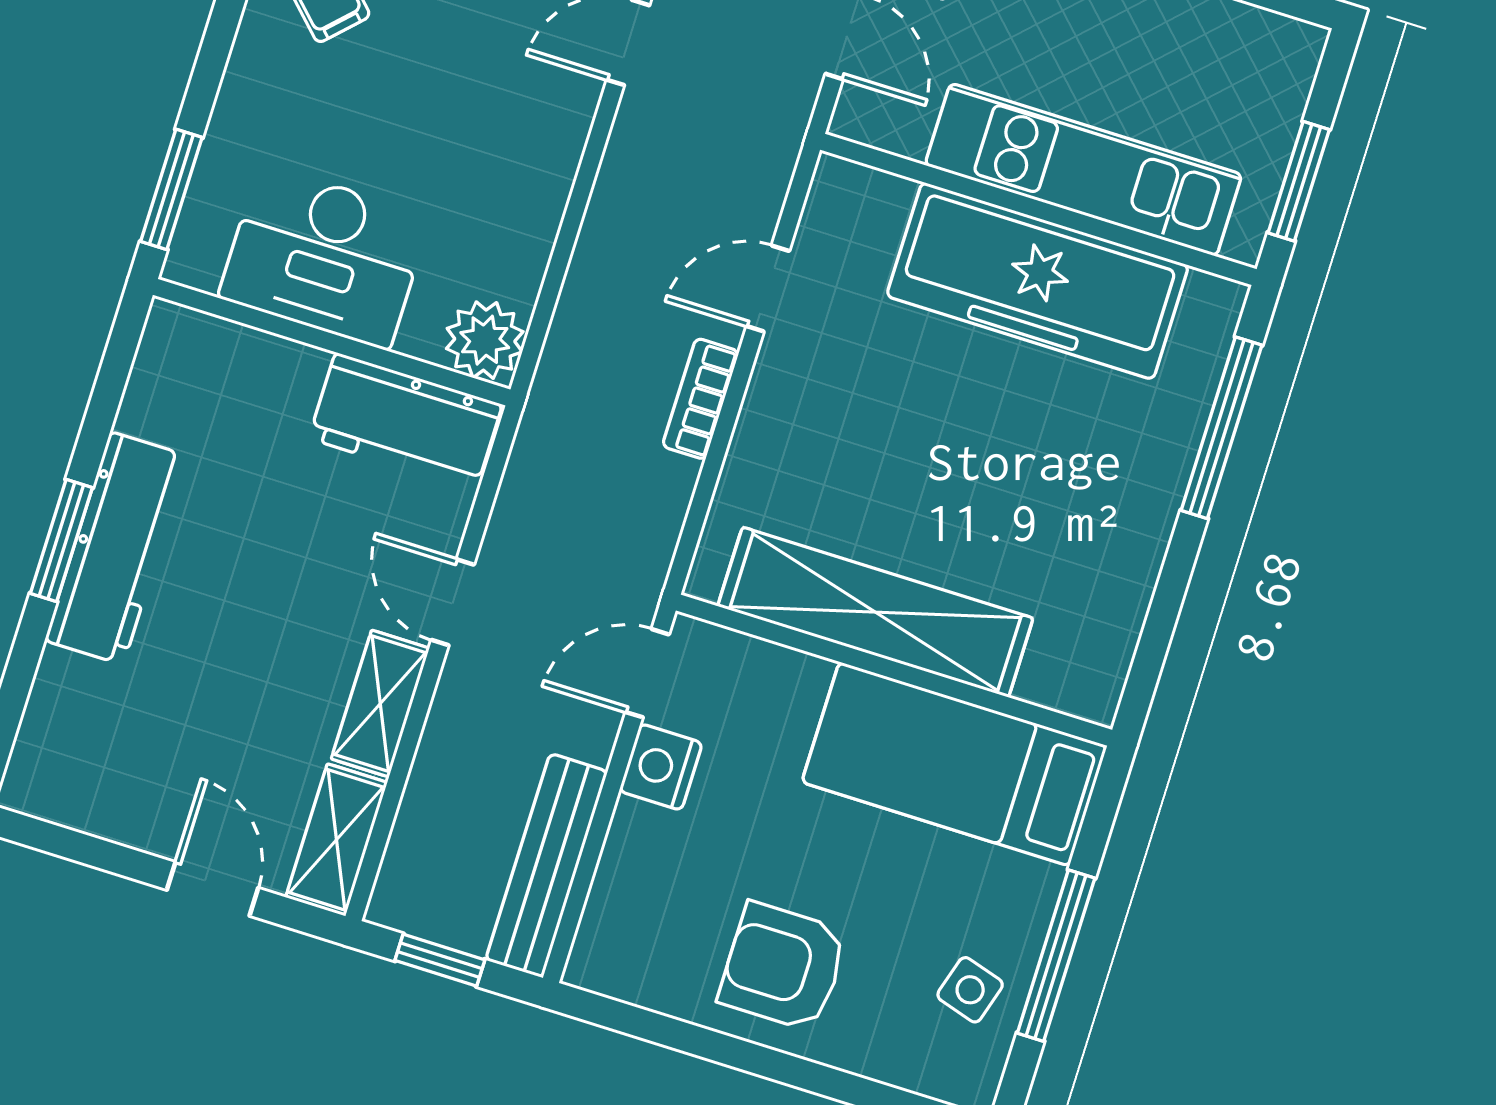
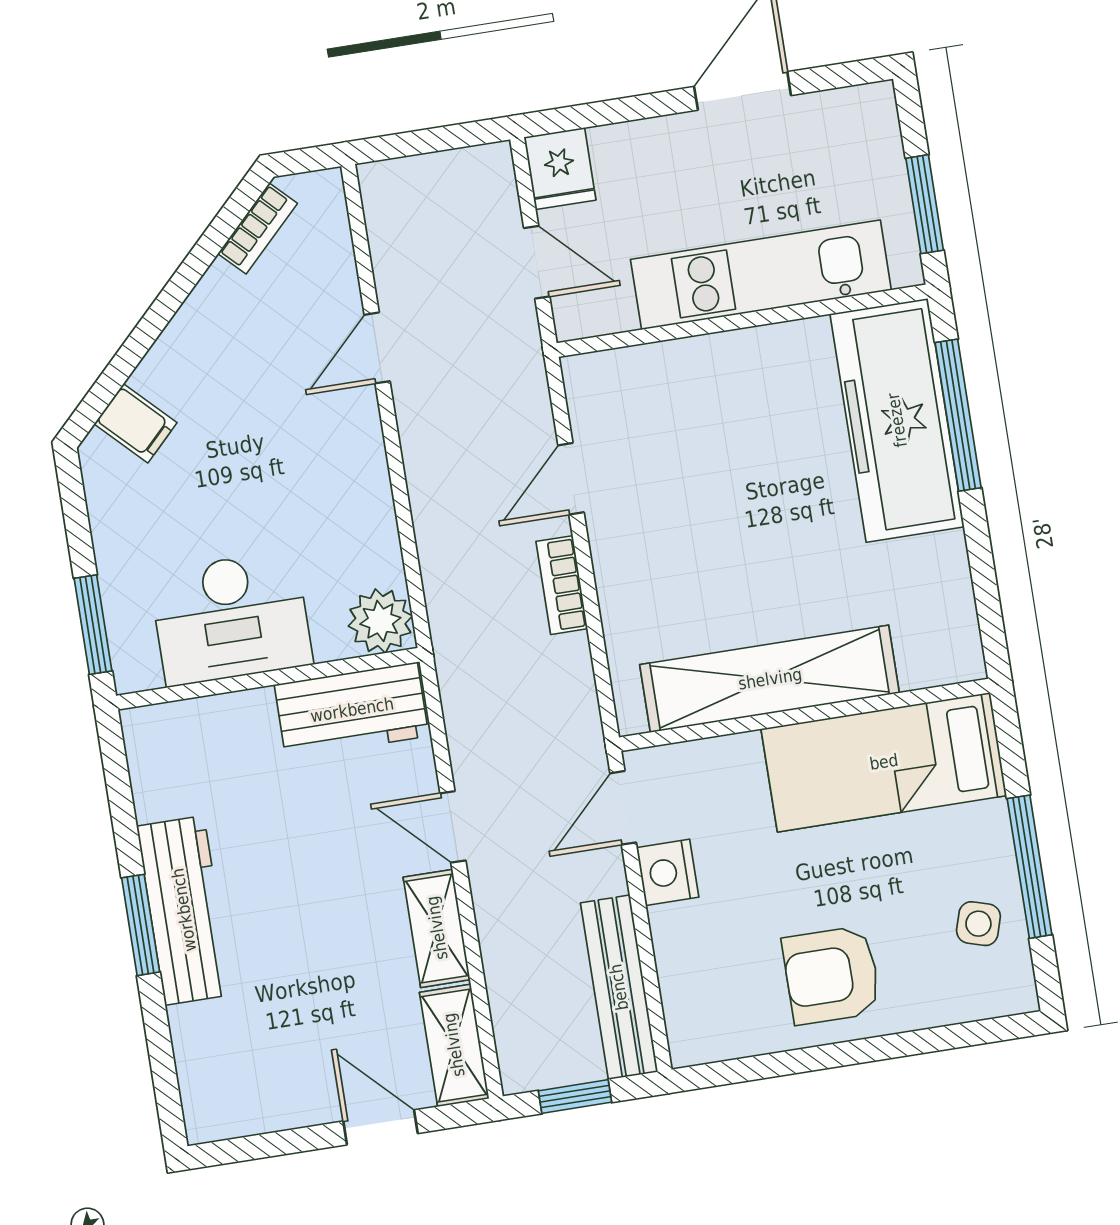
freezer: (1038, 281) -> (897, 420), moved, turned 90

